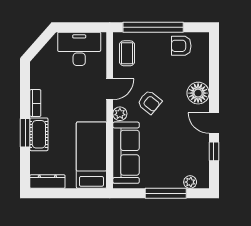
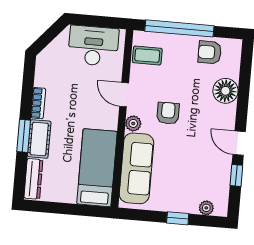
coffee table: (127, 53) -> (147, 56), turned 90
door: (110, 89) -> (124, 95), swing flipped
floor lamp: (198, 93) -> (225, 91), moved
armchair: (150, 102) -> (168, 113), turned -129
dresser: (47, 182) -> (33, 179), moved, turned 90
window: (166, 193) -> (178, 218), width x0.46

